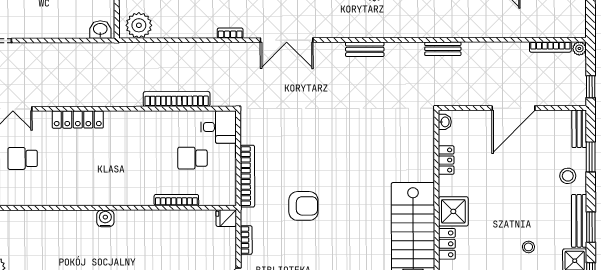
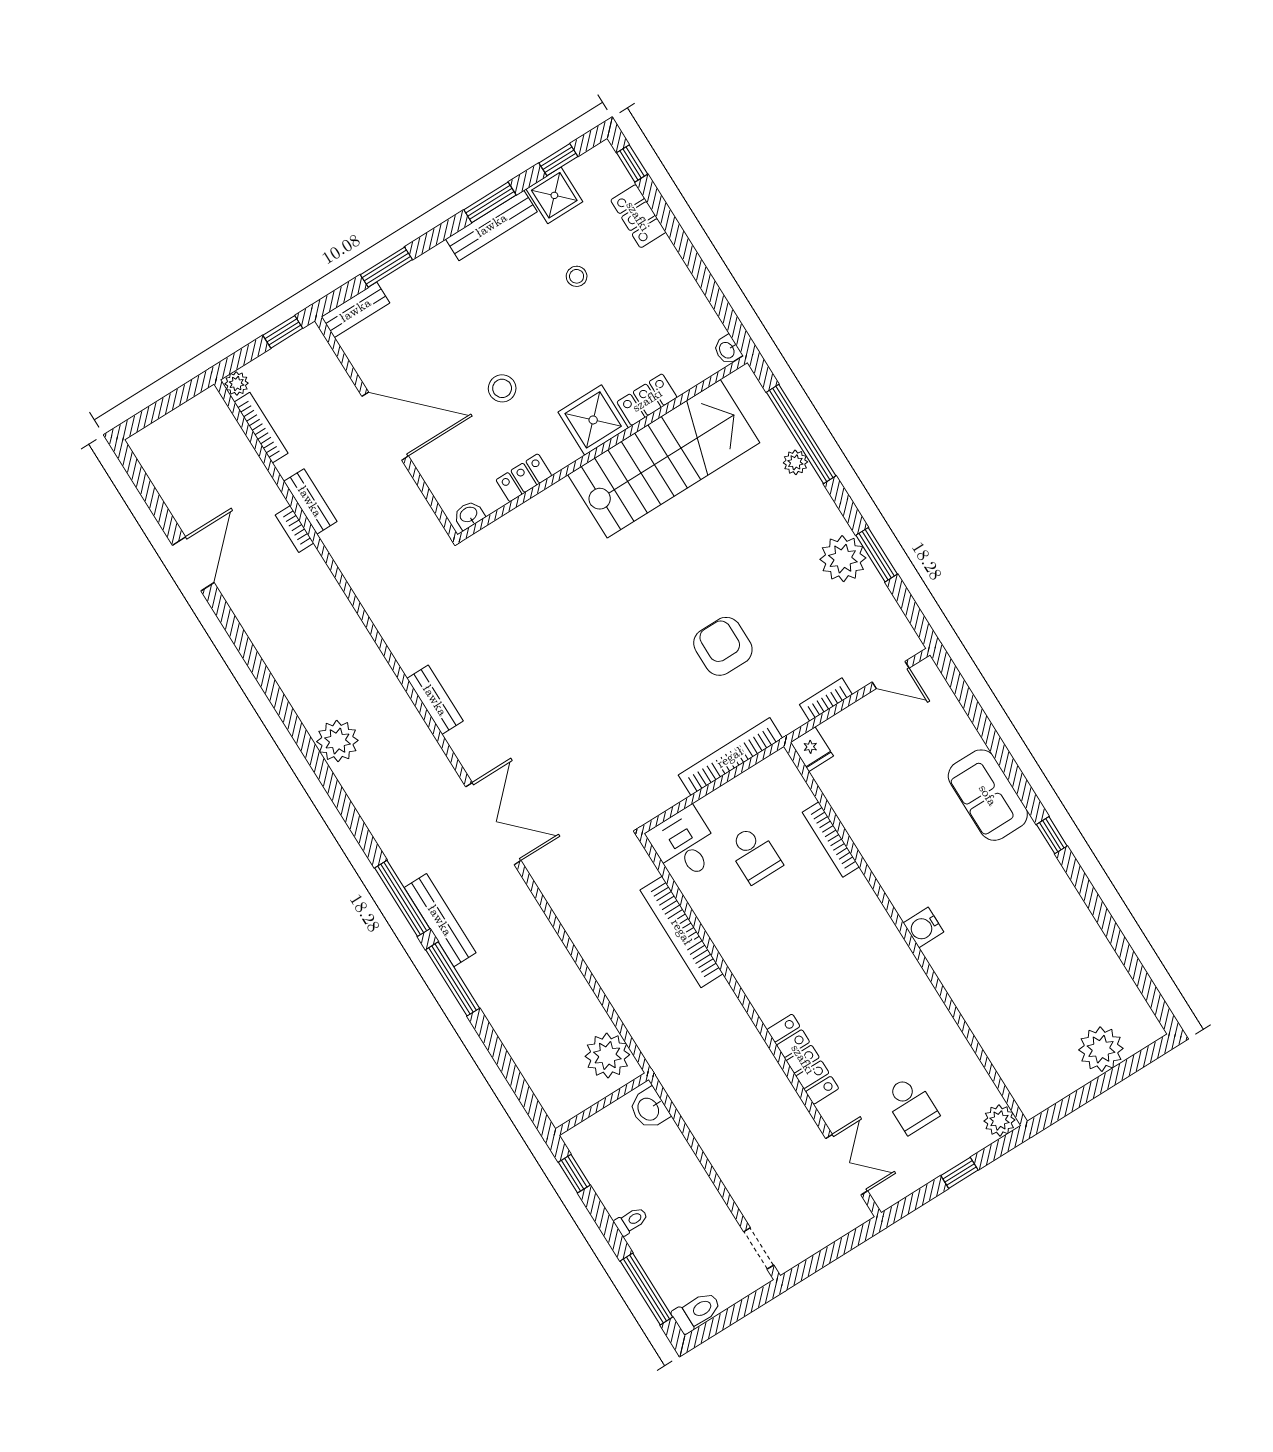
bookcase: (230, 33) -> (295, 529), moved
bench: (443, 49) -> (310, 501), moved
stool: (568, 176) -> (502, 388), moved

